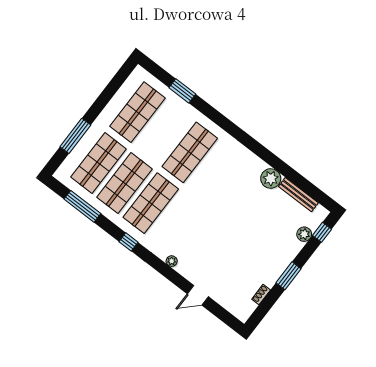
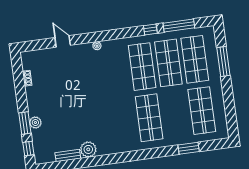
bench: (298, 195) -> (68, 156), width x0.73
plant: (304, 234) -> (35, 123), moved
window: (129, 242) -> (150, 29), moved
window: (289, 276) -> (25, 123), moved
door: (198, 295) -> (63, 41), hinge flipped

